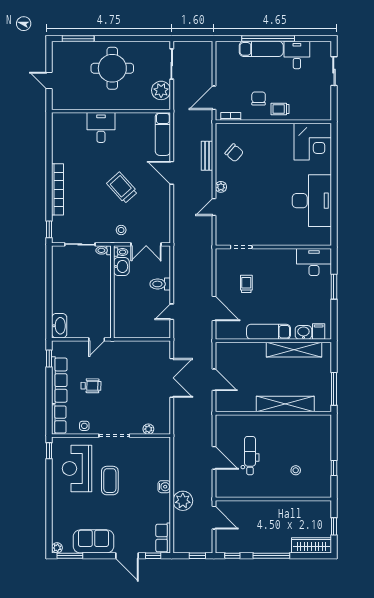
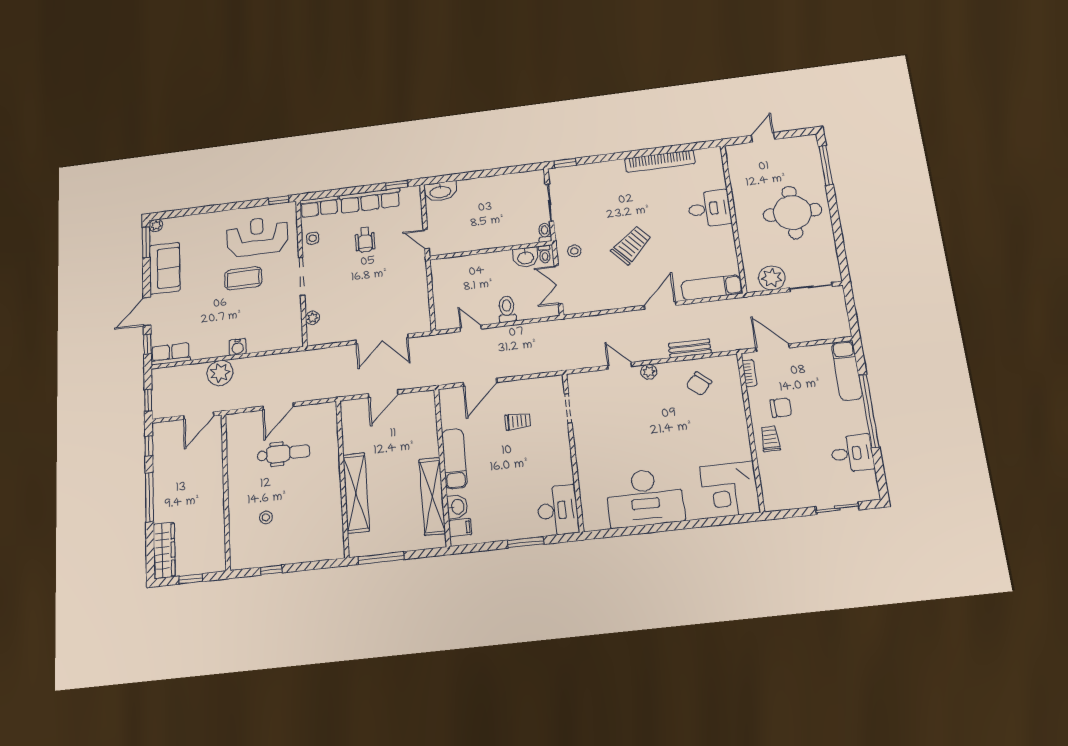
exam couch: (261, 49) -> (847, 371), moved
bookcase: (58, 189) -> (660, 161), moved

